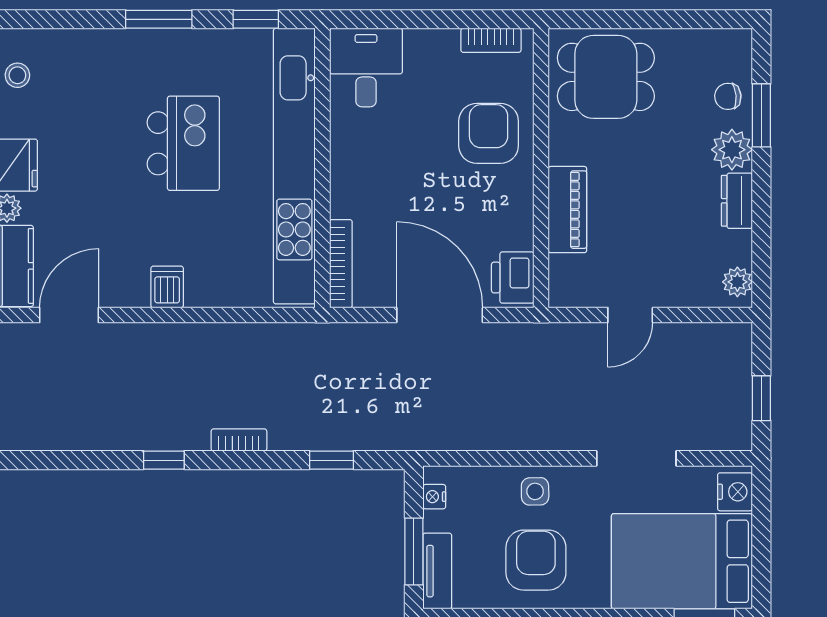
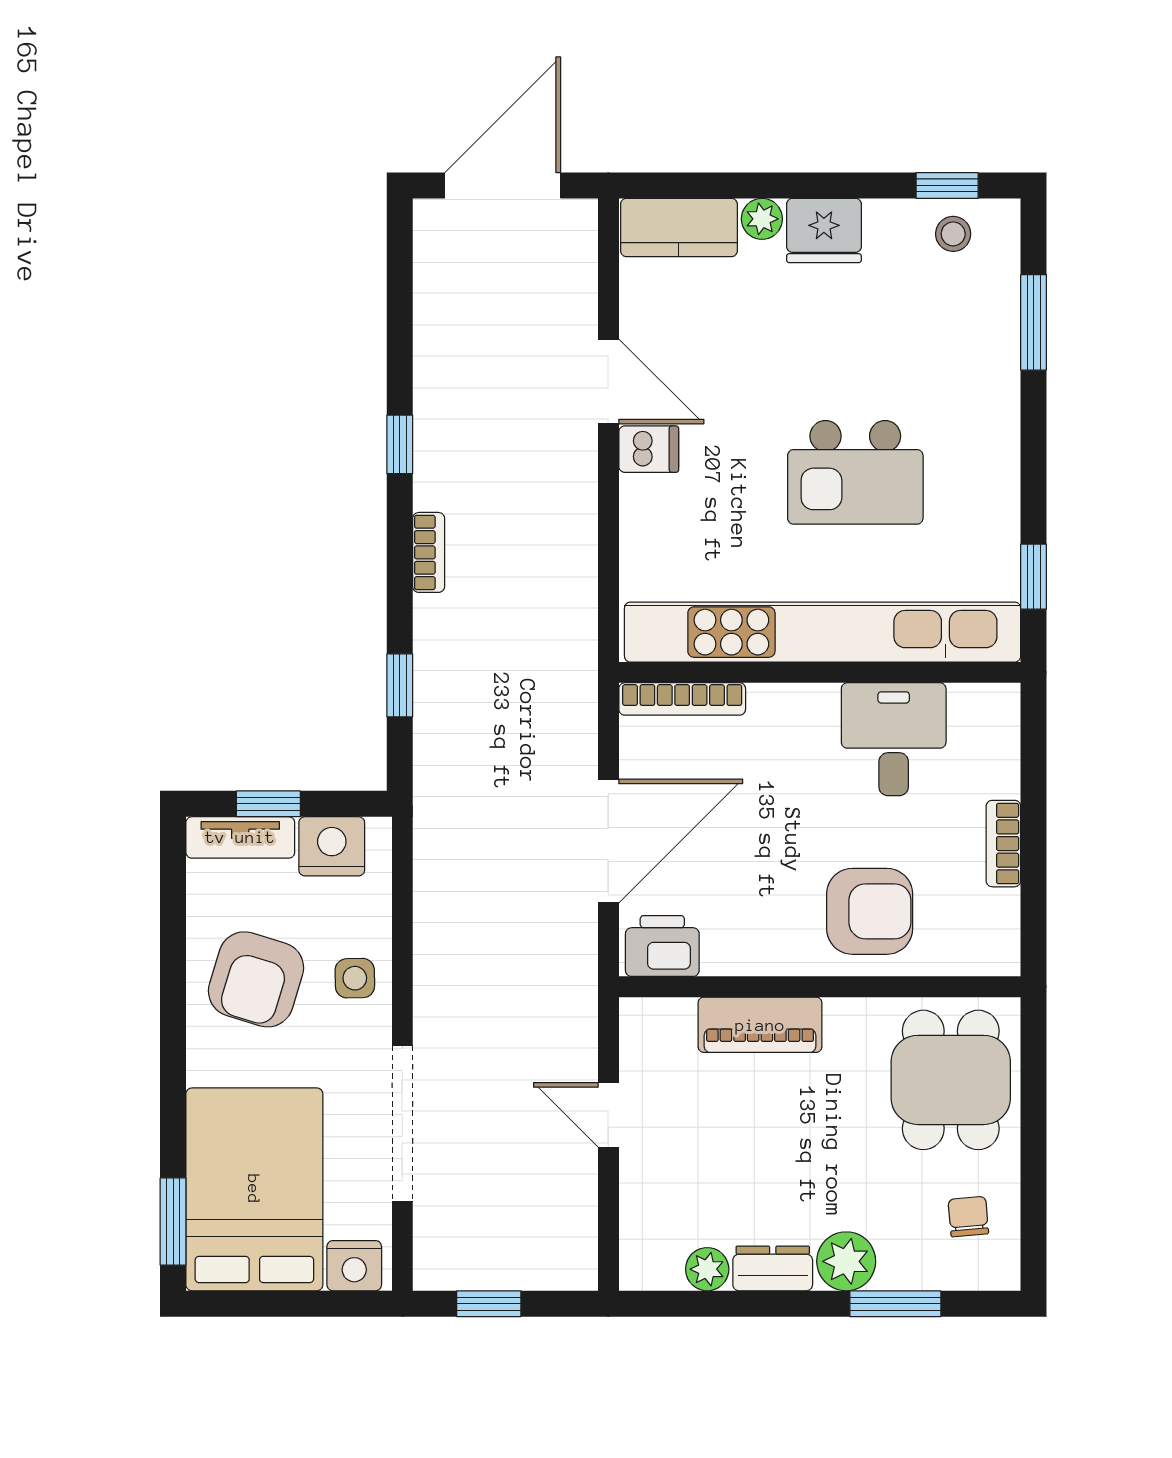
window: (159, 19) -> (1034, 322), moved
bookcase: (491, 40) -> (1003, 844), moved
desk: (366, 68) -> (894, 739), moved, turned -90
chair: (728, 96) -> (968, 1217), moved
plant: (737, 282) -> (707, 1269), moved
door: (69, 315) -> (608, 381), moved
doorway: (636, 458) -> (402, 1124), width x1.36
nightstand: (434, 497) -> (332, 846), width x1.89, depth x1.79
window: (414, 551) -> (268, 804), width x0.67
armchair: (536, 560) -> (256, 979), turned 107

